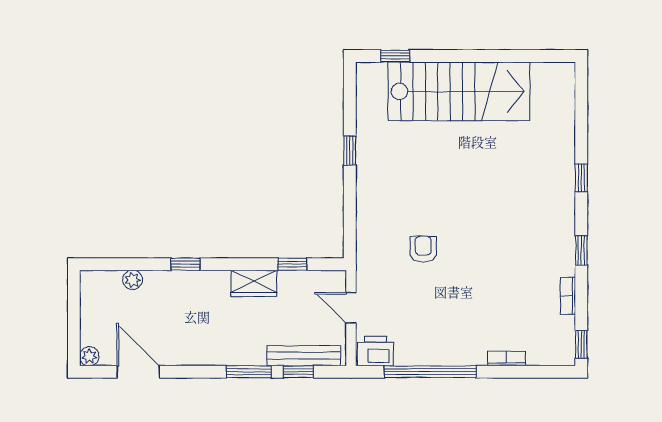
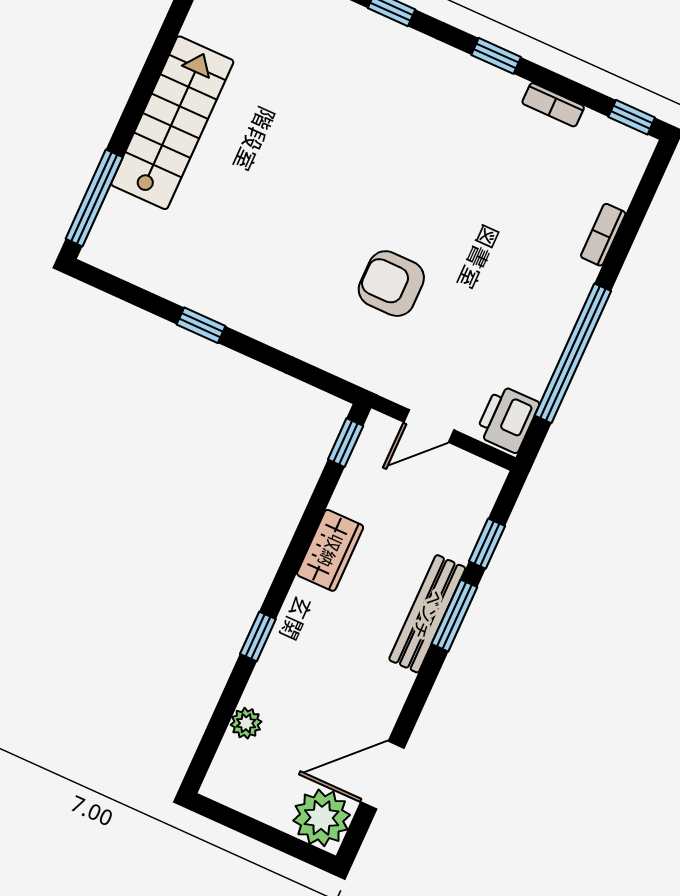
window: (395, 56) -> (94, 198), width x2.17
stairs: (459, 91) -> (172, 123), width x0.73, depth x0.66
armchair: (423, 249) -> (391, 284), width x1.38, depth x1.38
window: (292, 264) -> (346, 443), moved
plant: (89, 356) -> (322, 818), width x1.88, depth x1.88
bench: (304, 356) -> (427, 614), moved

